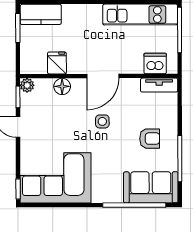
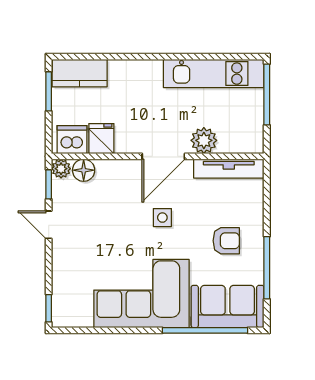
plant: (133, 64) -> (204, 140), added
dishwasher: (155, 64) -> (72, 140), moved
tv unit: (159, 85) -> (229, 169), width x1.41
floor lamp: (62, 86) -> (84, 170), moved
corner sofa: (56, 178) -> (142, 293), moved

